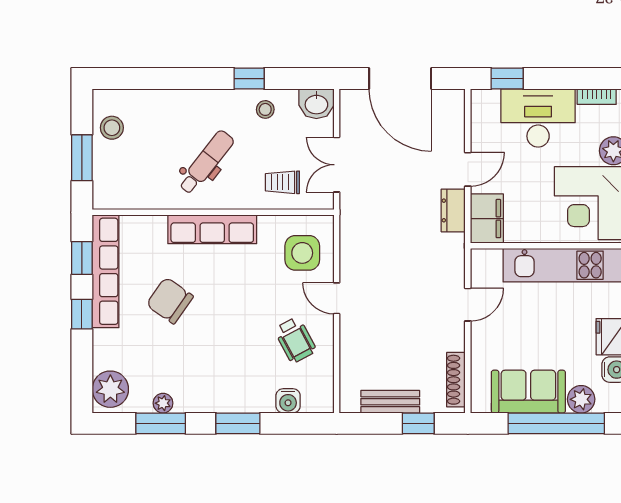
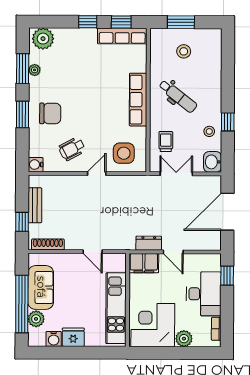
stool: (112, 128) -> (184, 51), moved
row of seats: (106, 271) -> (122, 36), width x0.73
chair: (170, 301) -> (50, 113), moved, turned 55
water cooler: (288, 401) -> (36, 165), moved

